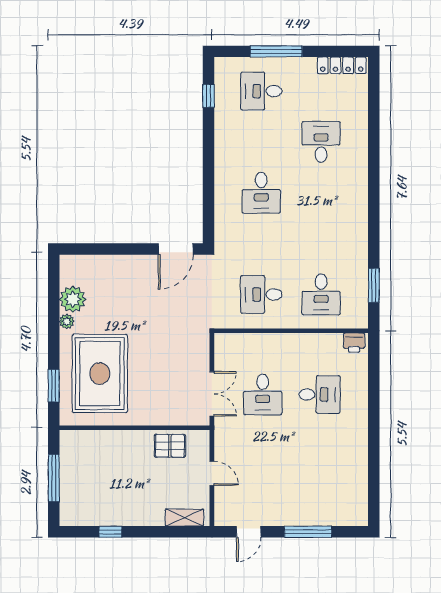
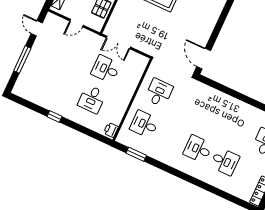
desk: (261, 193) -> (198, 149), moved
window: (374, 440) -> (55, 117), added

